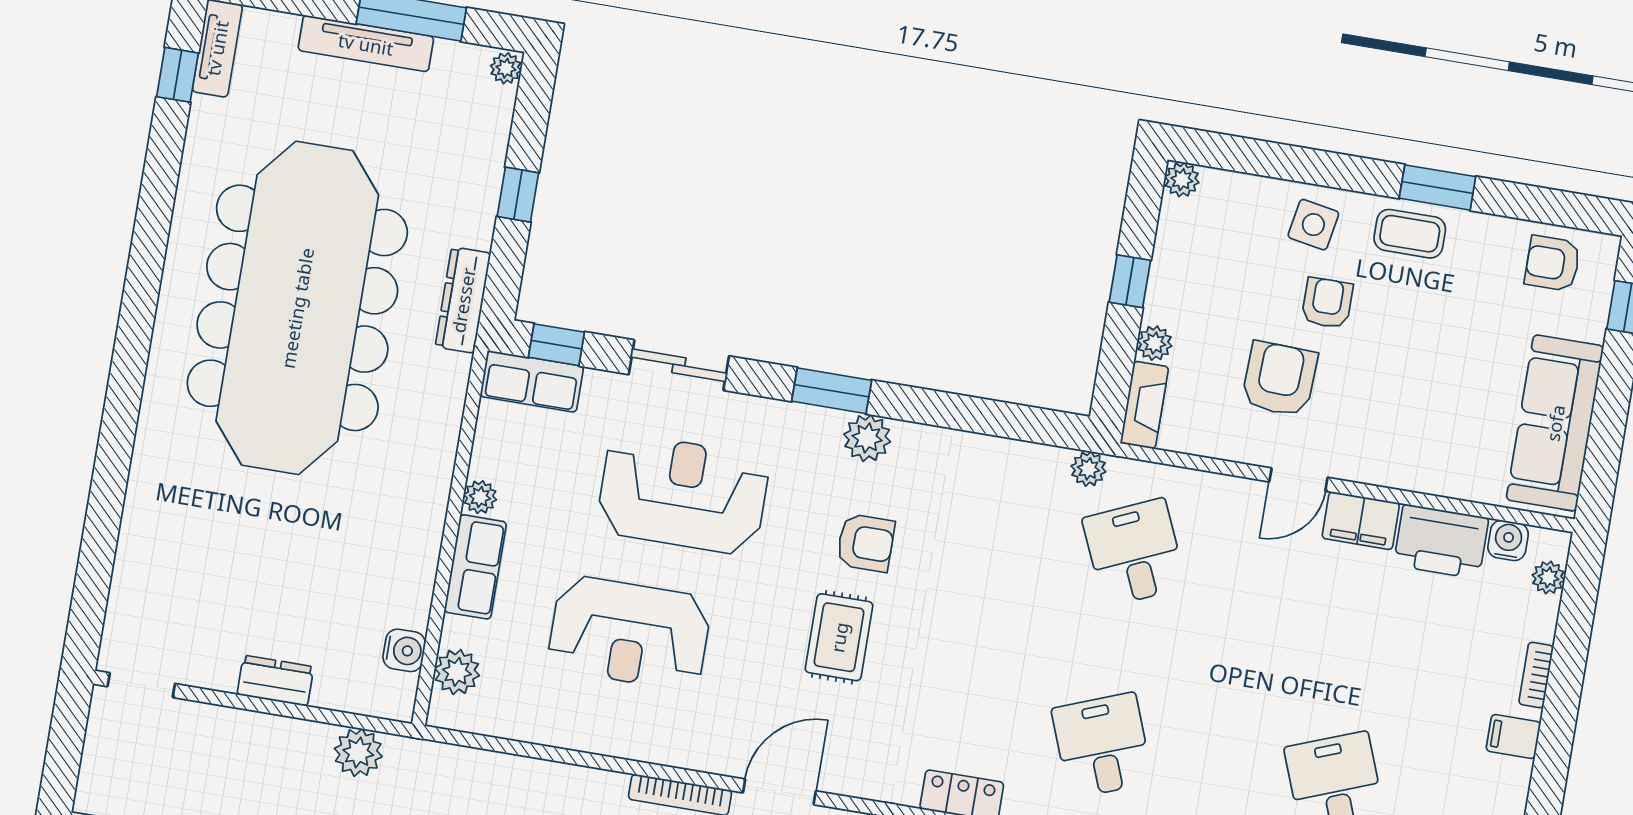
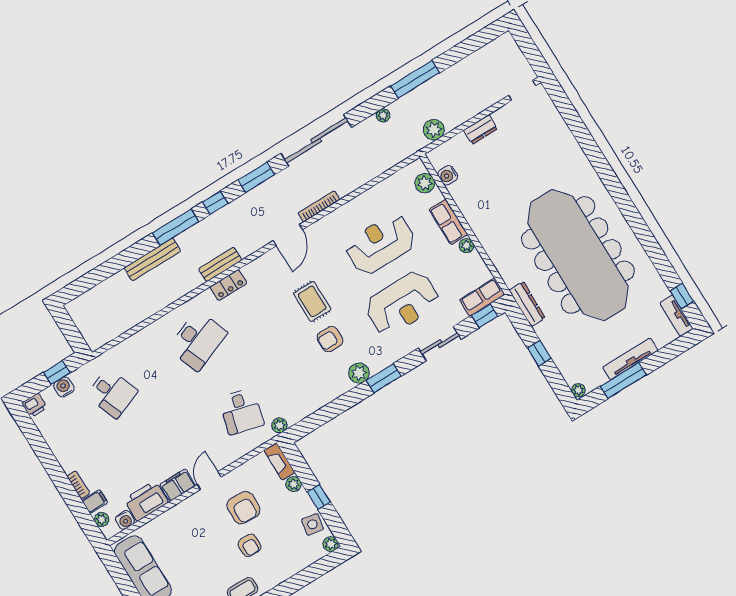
side table: (1313, 225) -> (312, 524), moved
desk: (1134, 553) -> (241, 411), turned 39
filing cabinet: (1513, 736) -> (95, 501), moved
desk: (1102, 745) -> (198, 341), width x1.37

